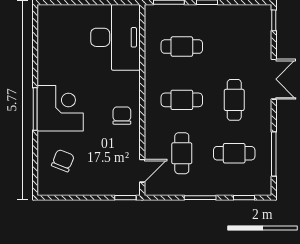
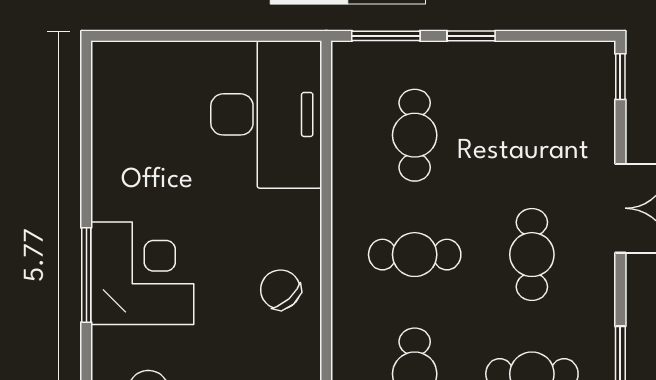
cafe table: (182, 47) -> (415, 135), turned 90
chair: (122, 116) -> (280, 290), turned -42

